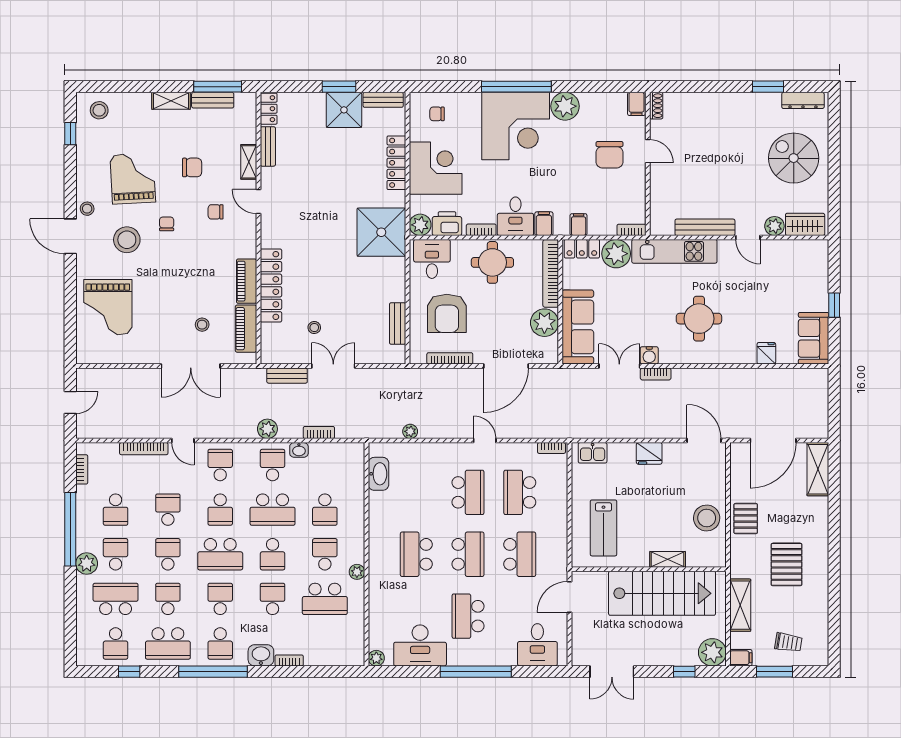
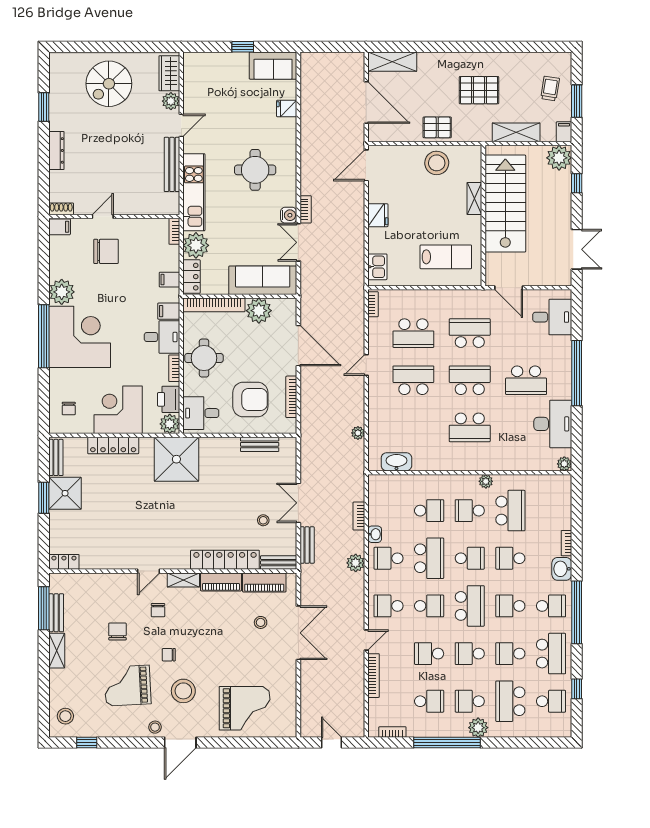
dresser: (803, 100) -> (56, 150), moved
bench: (268, 146) -> (279, 563), moved
shelving: (249, 162) -> (183, 580), moved

